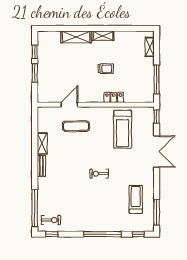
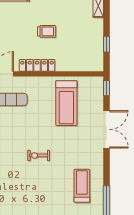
window: (157, 79) -> (107, 44), width x0.46
locker: (114, 97) -> (37, 65), moved, width x1.53

